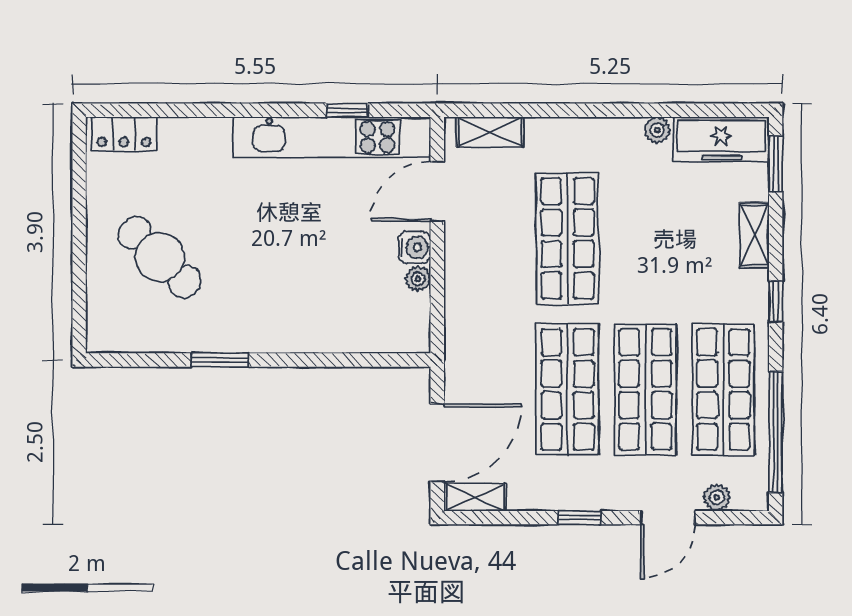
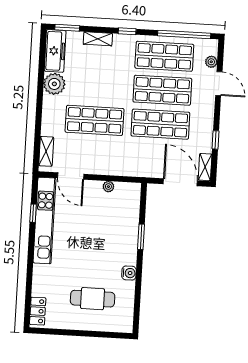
plant: (657, 130) -> (54, 84), width x1.87, depth x1.87
water cooler: (415, 247) -> (129, 273), moved, turned 90
cafe table: (160, 257) -> (93, 299), turned 46
window: (220, 360) -> (141, 237), moved
window: (580, 518) -> (216, 140), moved

